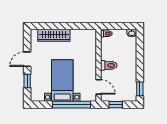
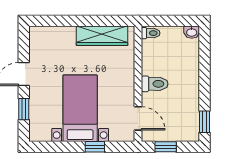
wardrobe: (54, 35) -> (102, 36), moved
window: (71, 105) -> (95, 147), width x0.32

